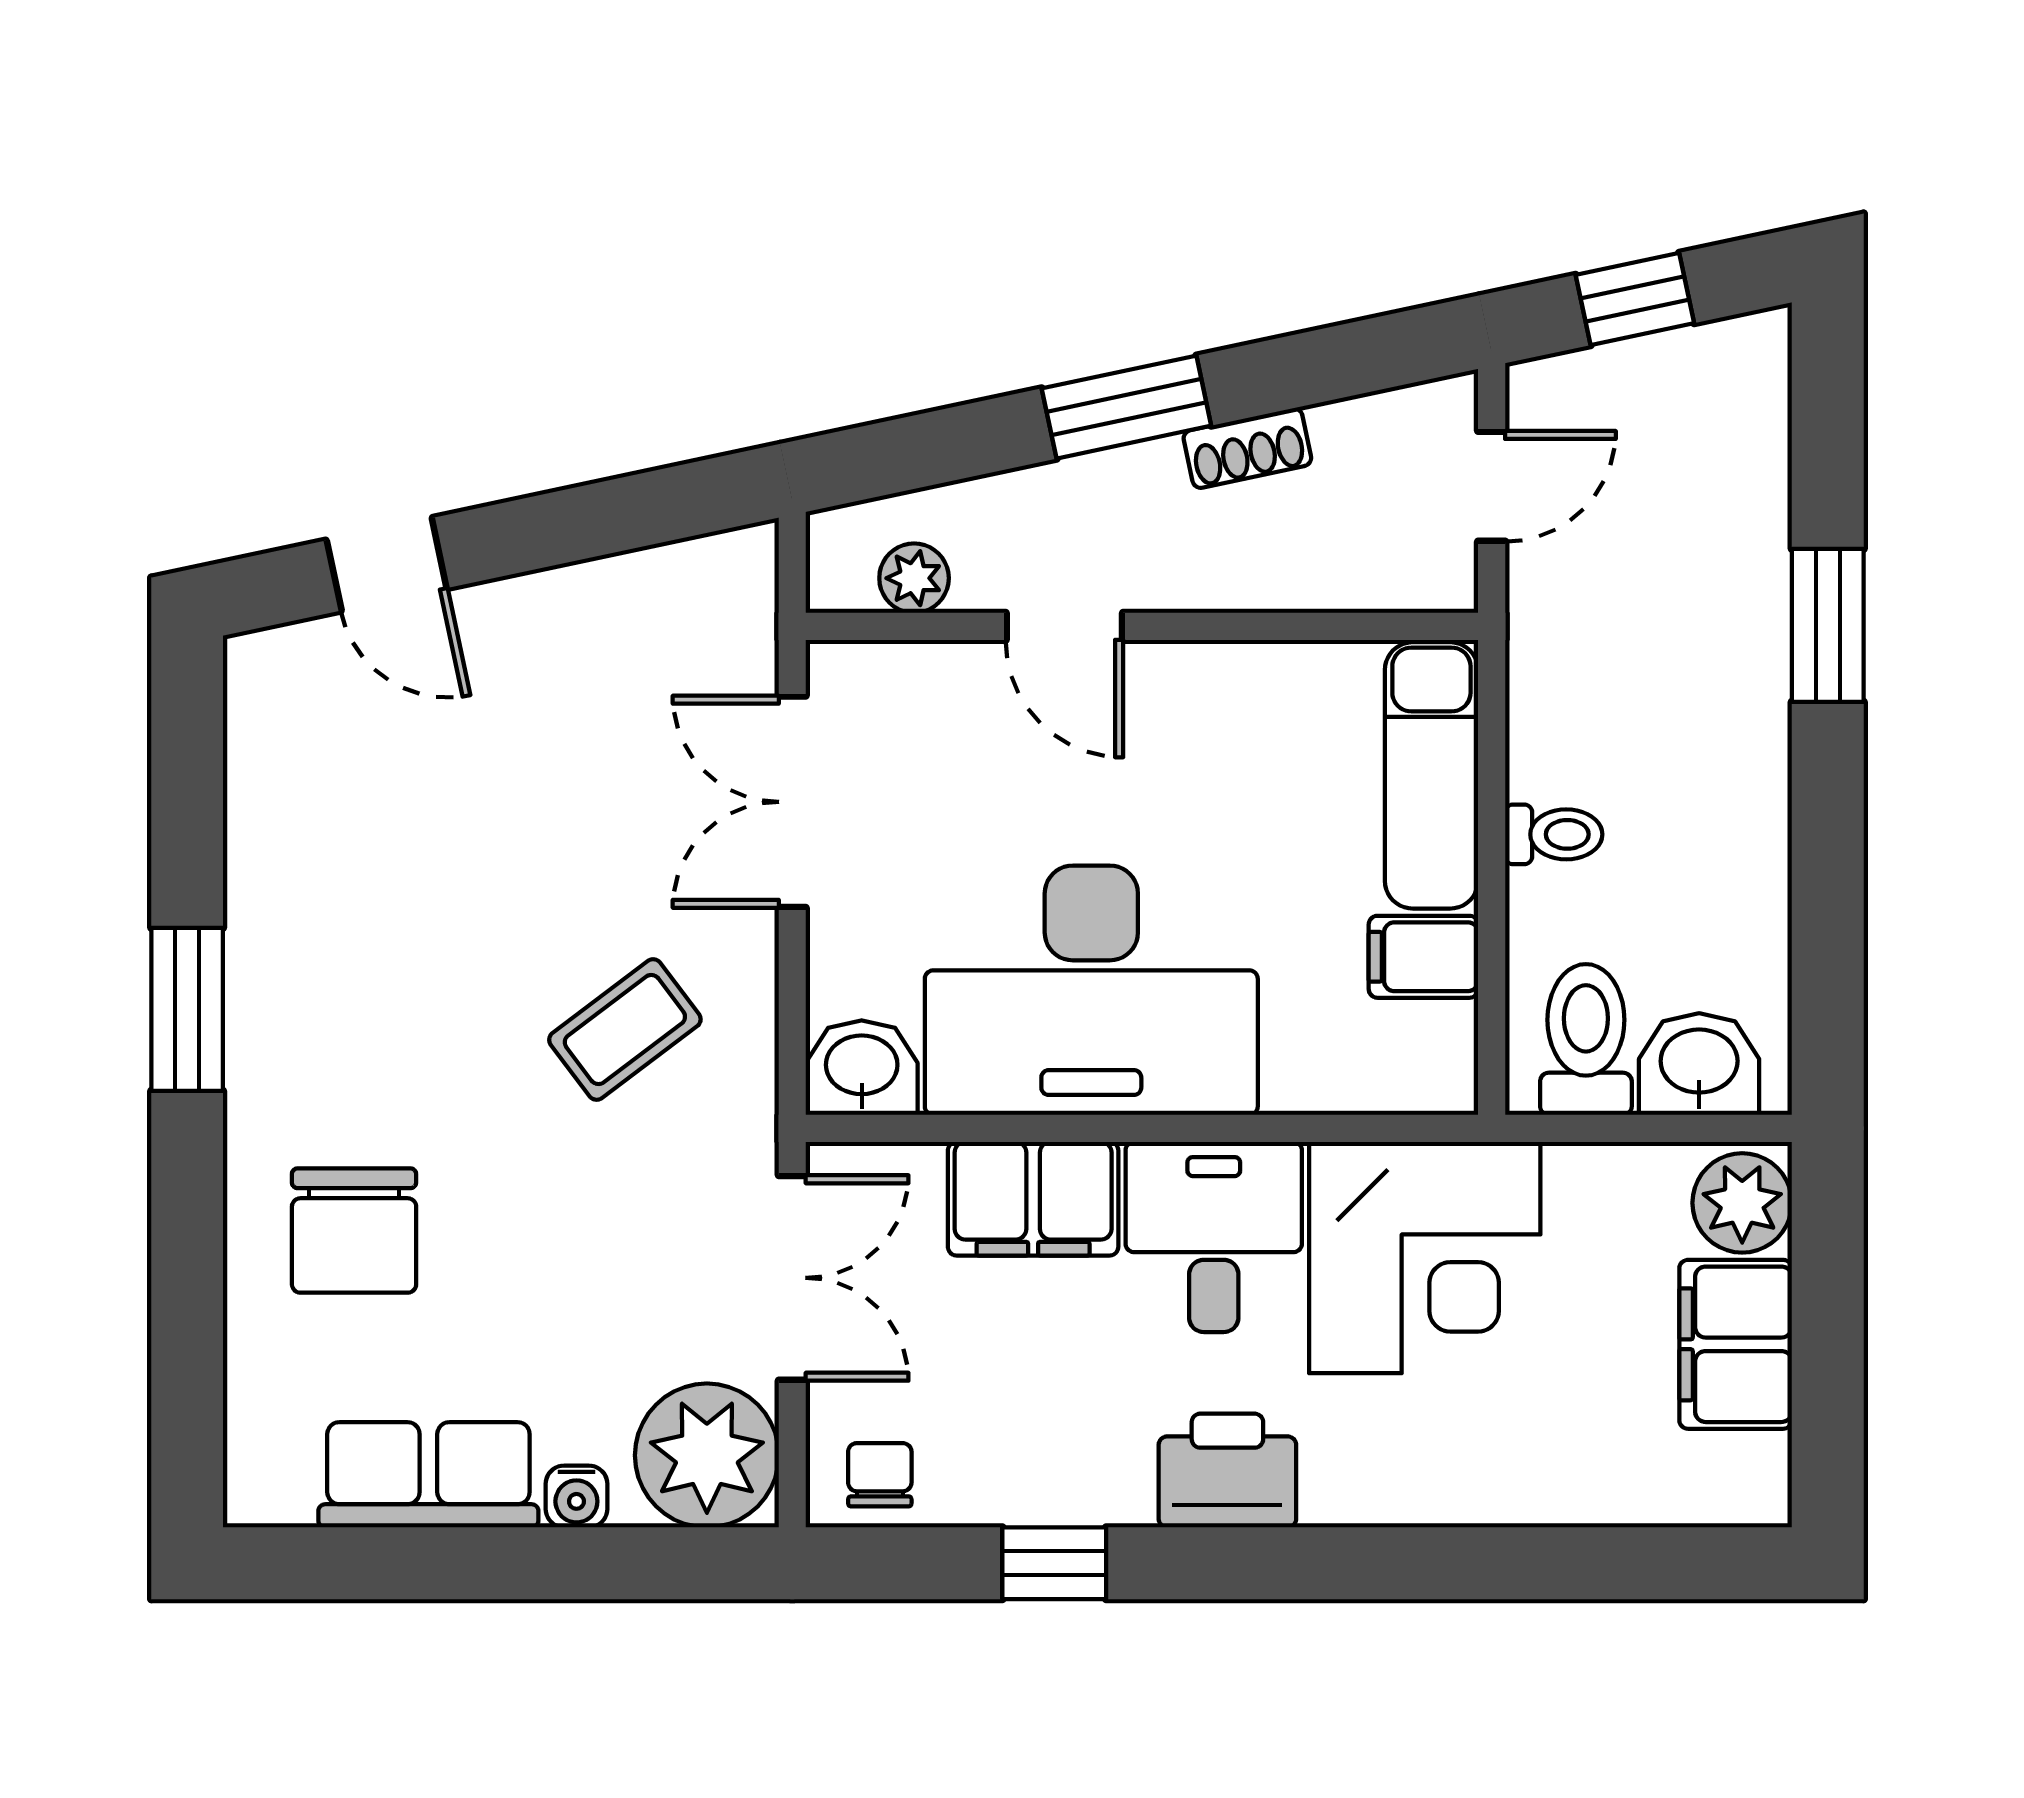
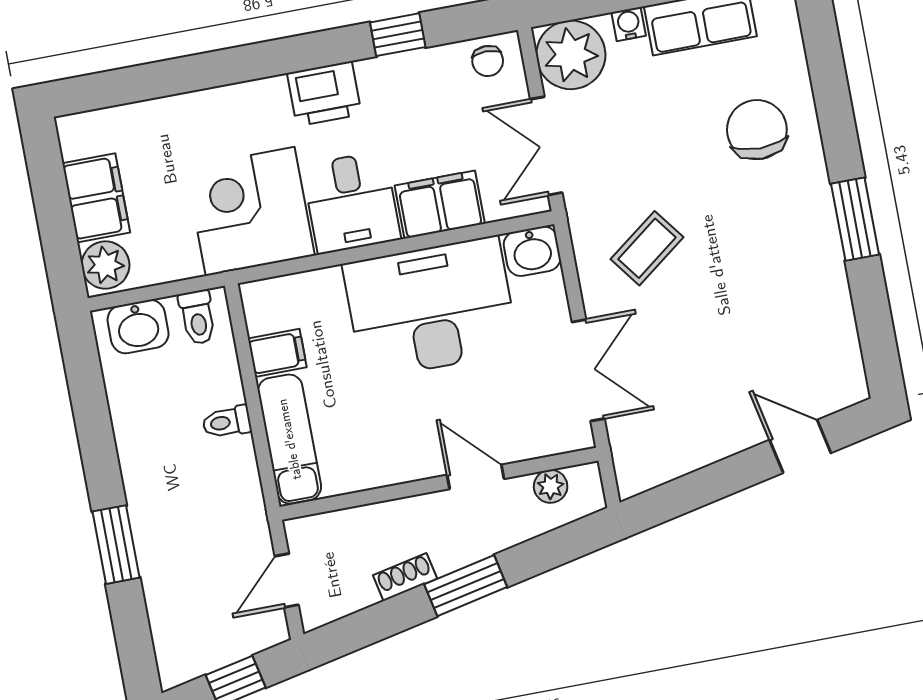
toilet: (1586, 1039) -> (197, 317), width x0.73, depth x0.72

